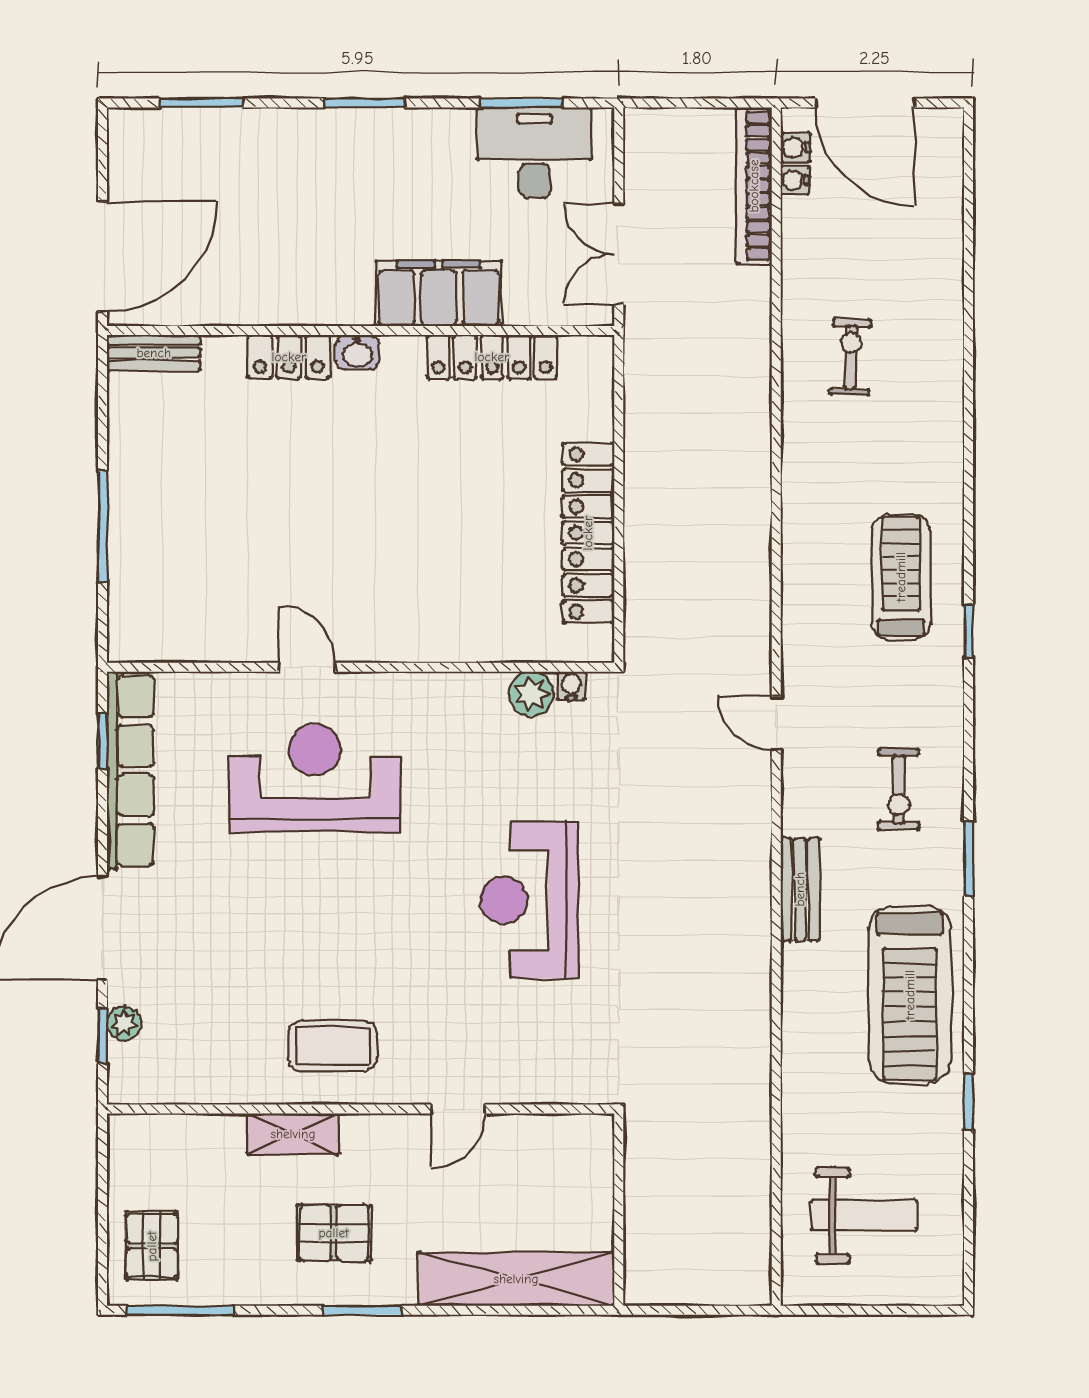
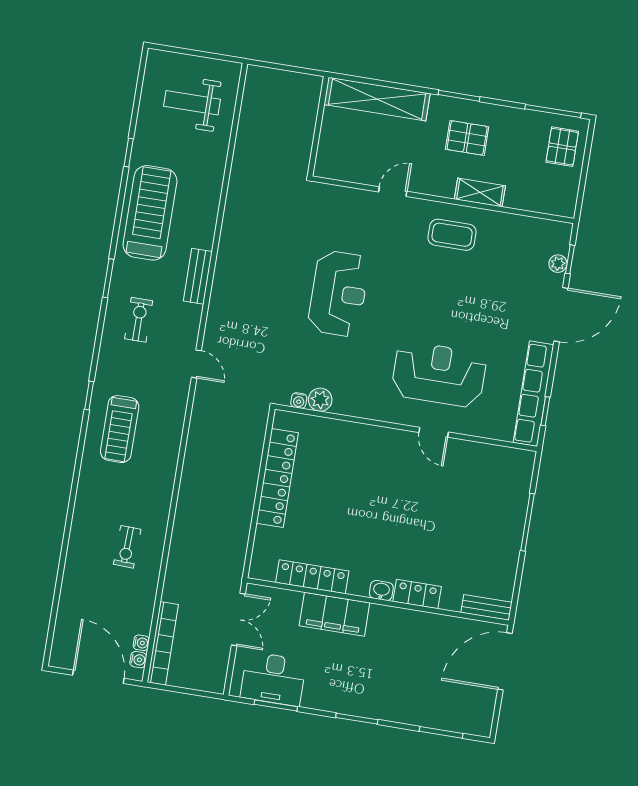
reception desk: (315, 778) -> (439, 374), turned 180

